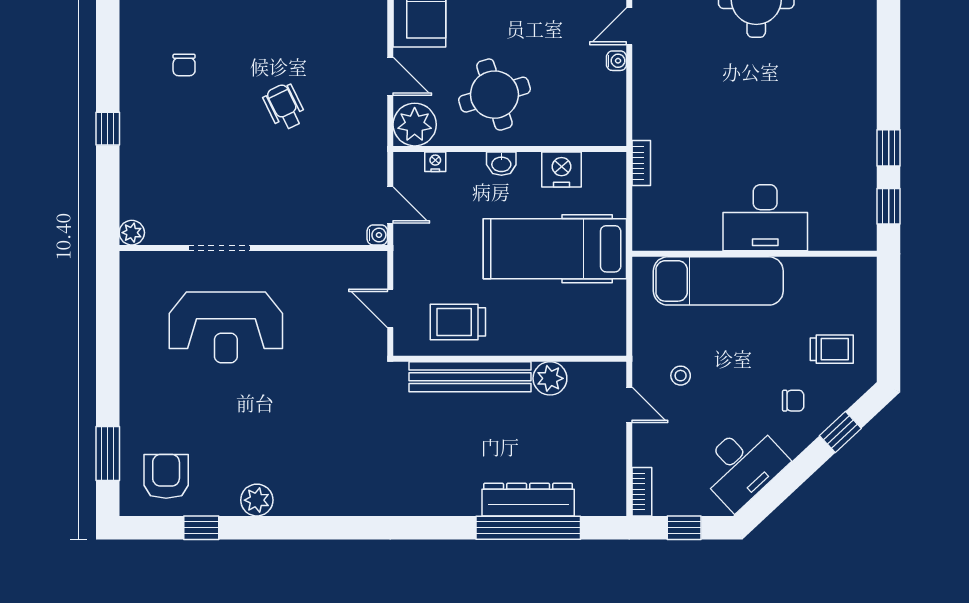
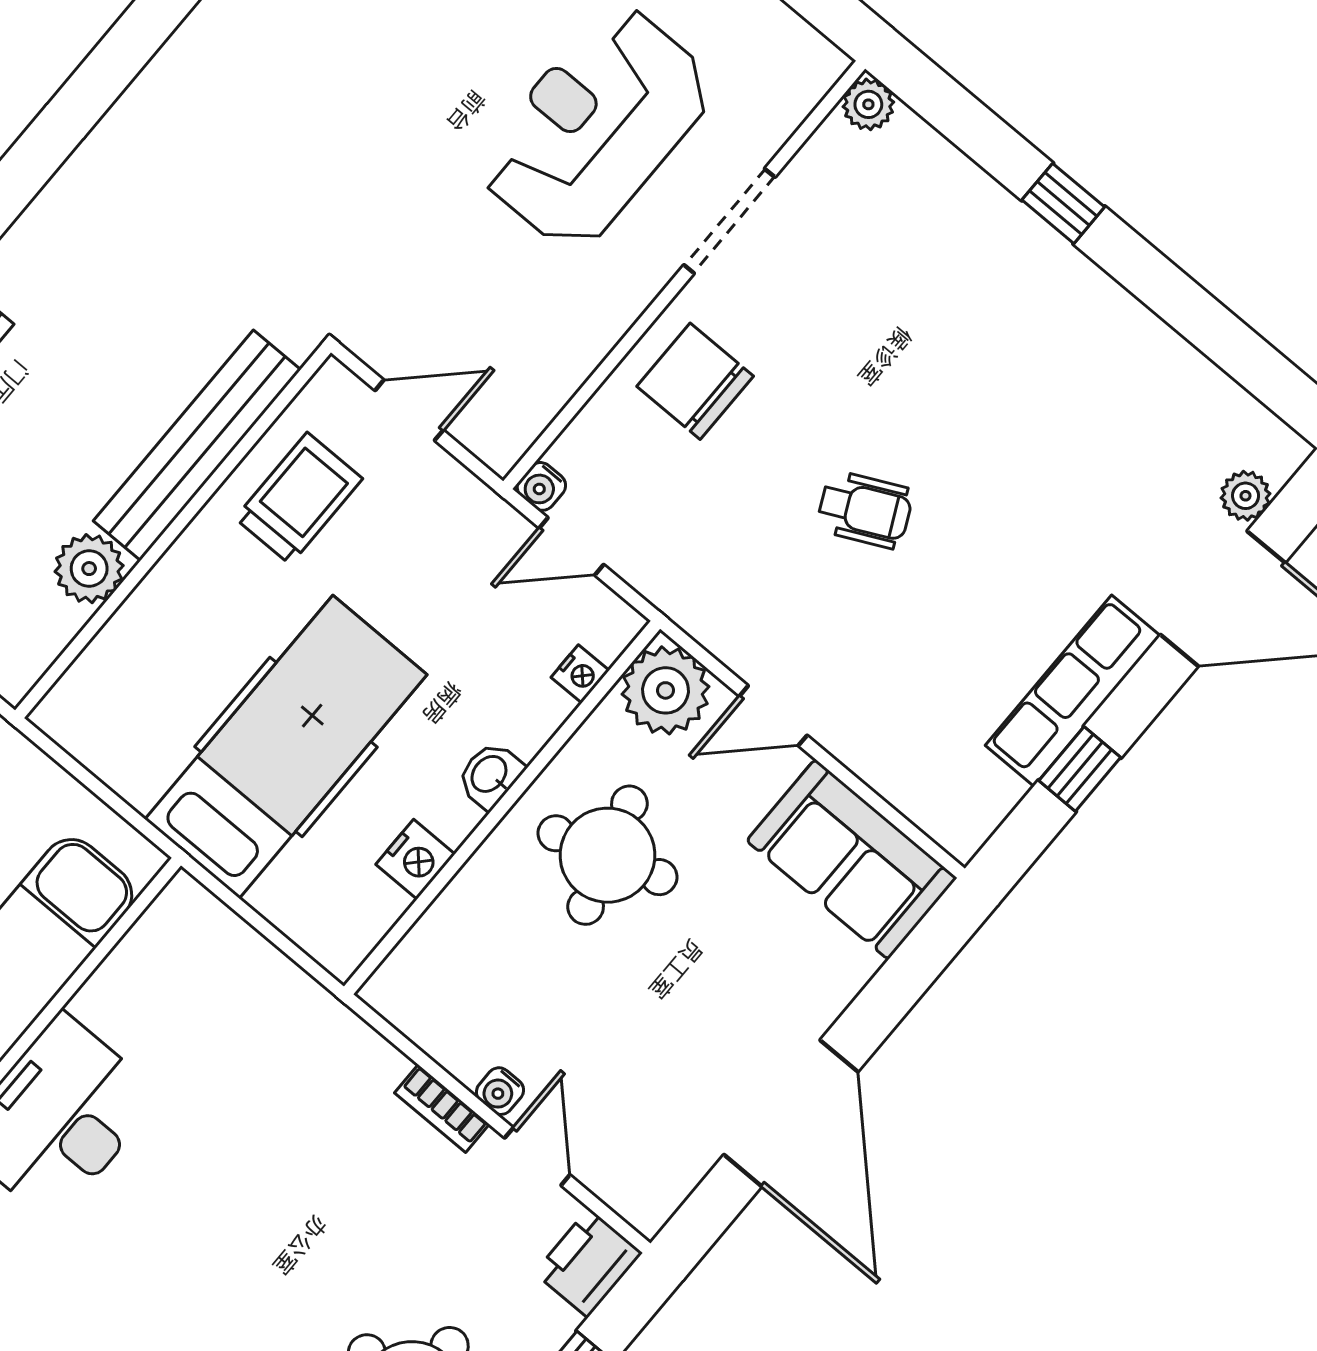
chair: (184, 65) -> (695, 381), moved, width x1.87, depth x1.87
bookcase: (641, 163) -> (442, 1109), moved
nightstand: (562, 169) -> (415, 859), width x0.74, depth x0.75

